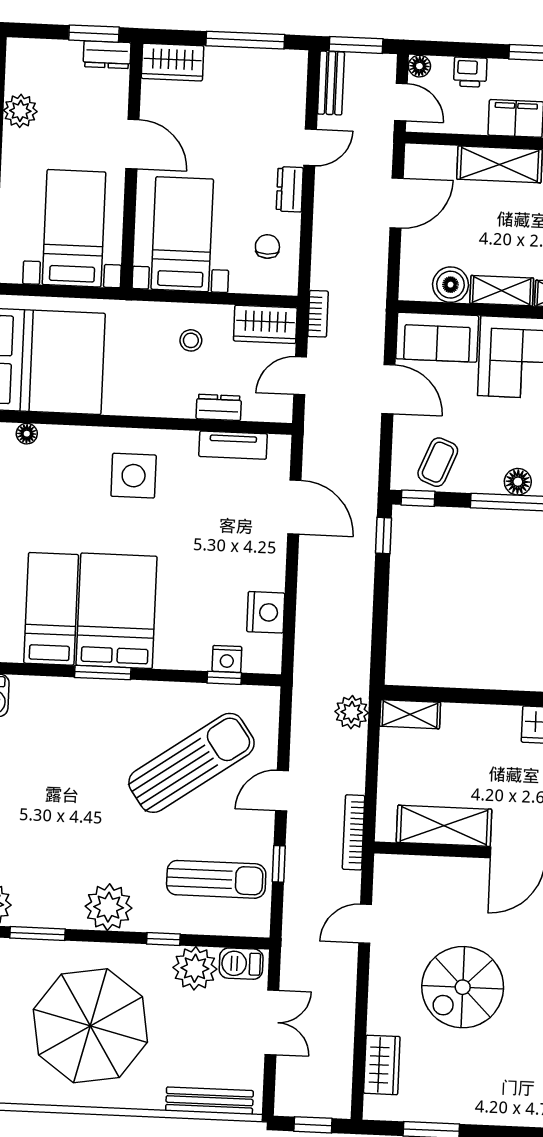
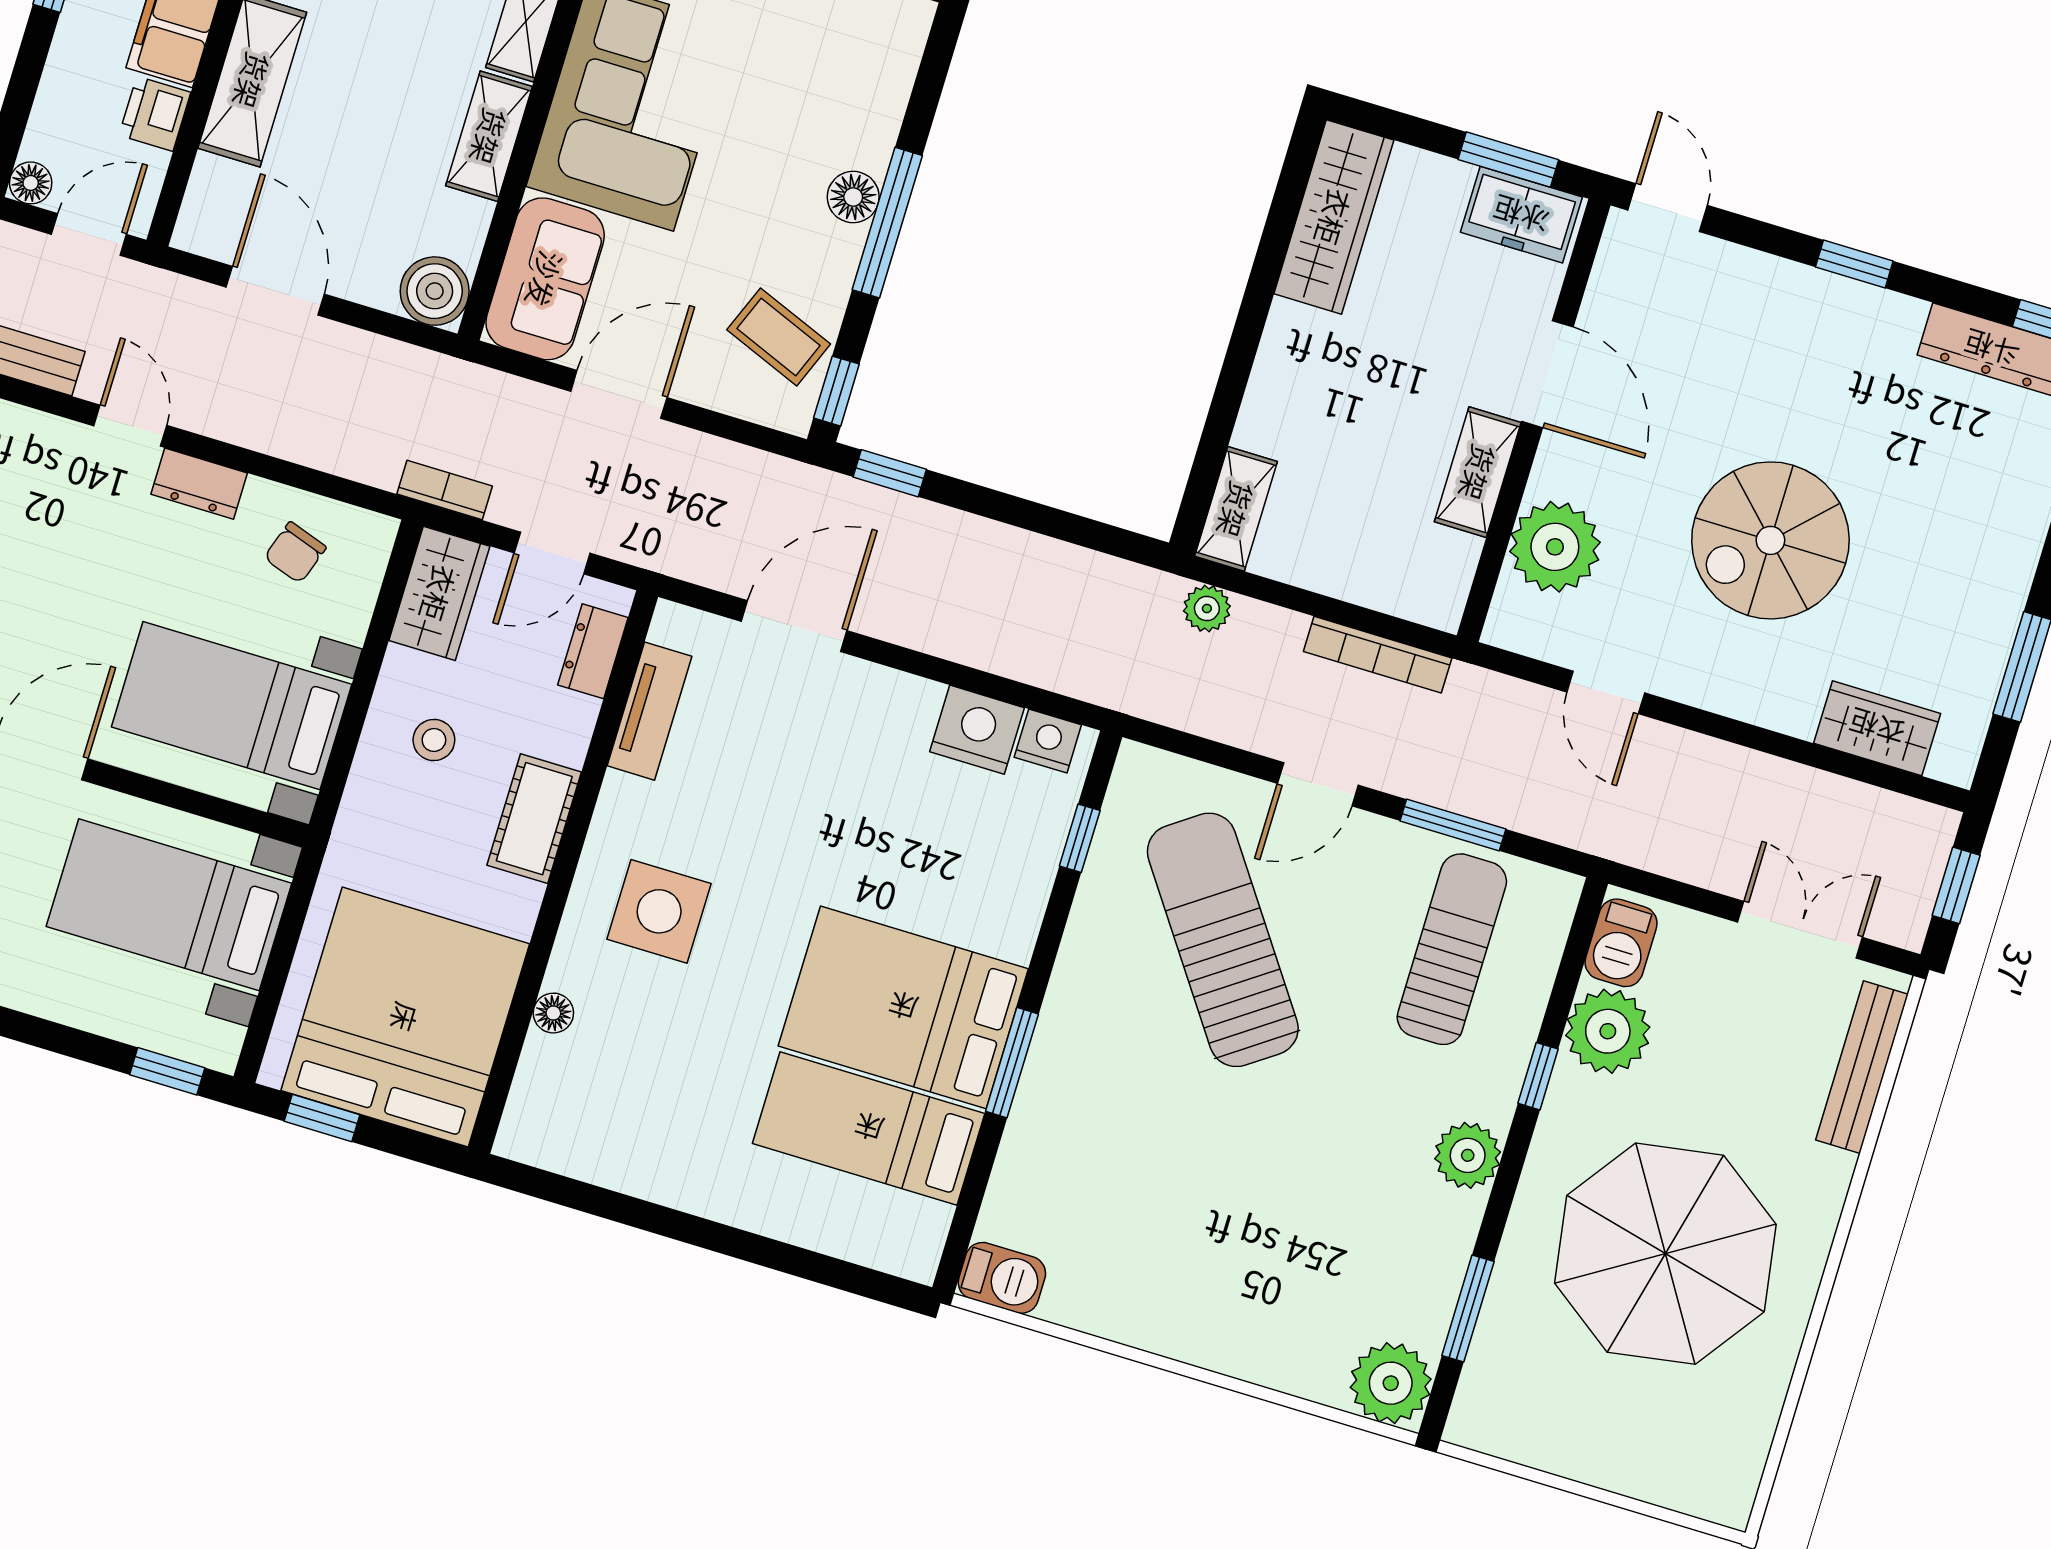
printer: (470, 72) -> (155, 114), moved, turned 180
chair: (267, 247) -> (295, 553), turned -71
boiler: (451, 285) -> (435, 291), moved
door: (300, 376) -> (552, 553), hinge flipped
cot: (164, 401) -> (534, 819), added
dresser: (219, 407) -> (593, 651), moved
floor lamp: (27, 434) -> (553, 1013), moved
nightstand: (227, 659) -> (1048, 741), moved, turned -90
plant: (352, 712) -> (1207, 608), width x0.73, depth x0.73
door: (282, 791) -> (1318, 784), hinge flipped
shelving: (444, 826) -> (1478, 472), width x0.67, depth x0.75
bookcase: (354, 832) -> (1378, 655), moved
window: (279, 864) -> (1453, 825), width x1.50
plant: (432, 880) -> (1555, 547), added
plant: (109, 907) -> (1468, 1155), width x0.73, depth x0.73
spiral stairs: (463, 987) -> (1770, 540), turned 90
double door: (272, 1022) -> (1800, 930), moved

